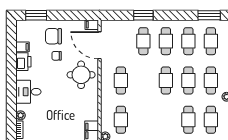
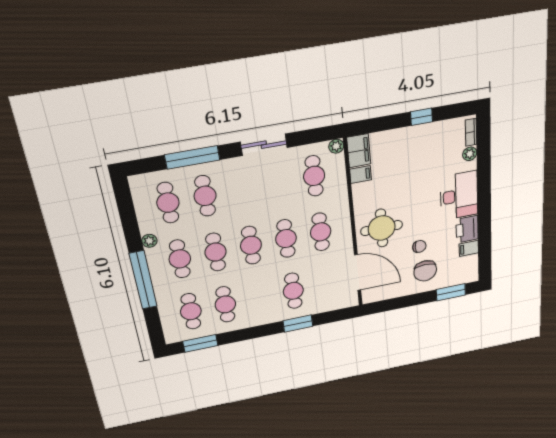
filing cabinet: (92, 25) -> (361, 175), moved
chair: (53, 36) -> (425, 271), turned 90
cafe table: (166, 41) -> (286, 239), moved
desk: (28, 92) -> (459, 196), width x1.37

